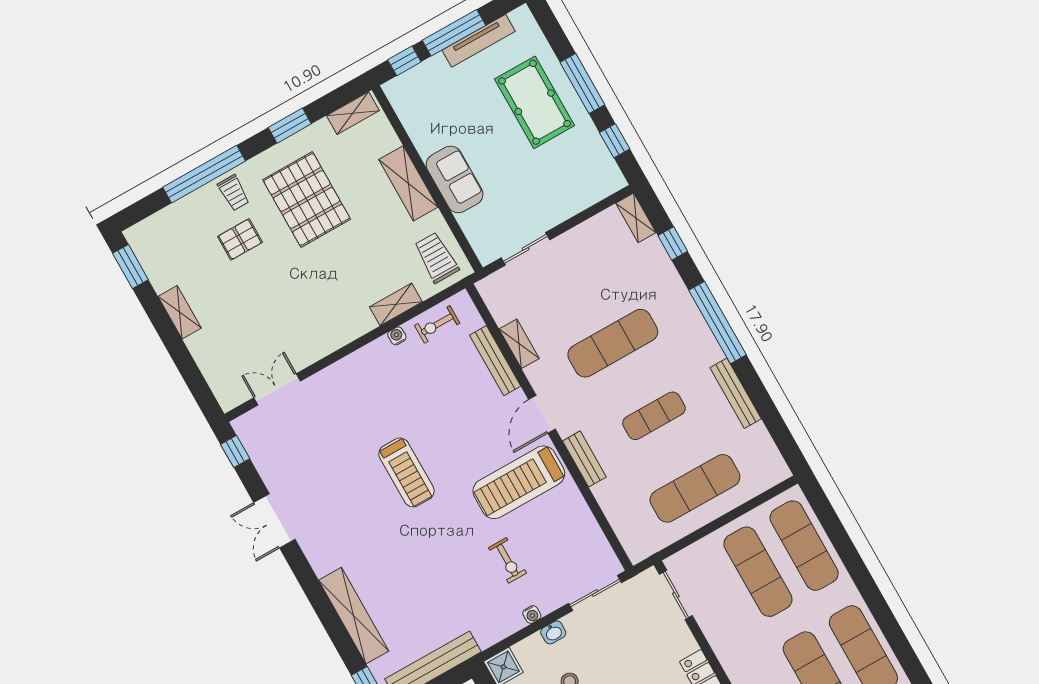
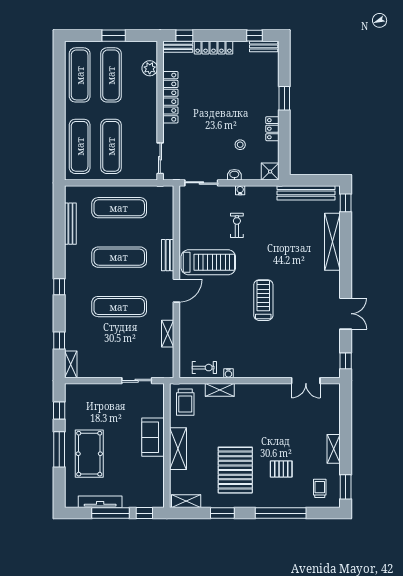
trolley: (234, 193) -> (320, 488), moved
window: (718, 323) -> (59, 287), width x0.32
bench: (495, 361) -> (185, 332), removed
bench: (736, 393) -> (70, 224), moved
exercise mat: (654, 416) -> (119, 257), width x1.36, depth x1.45

